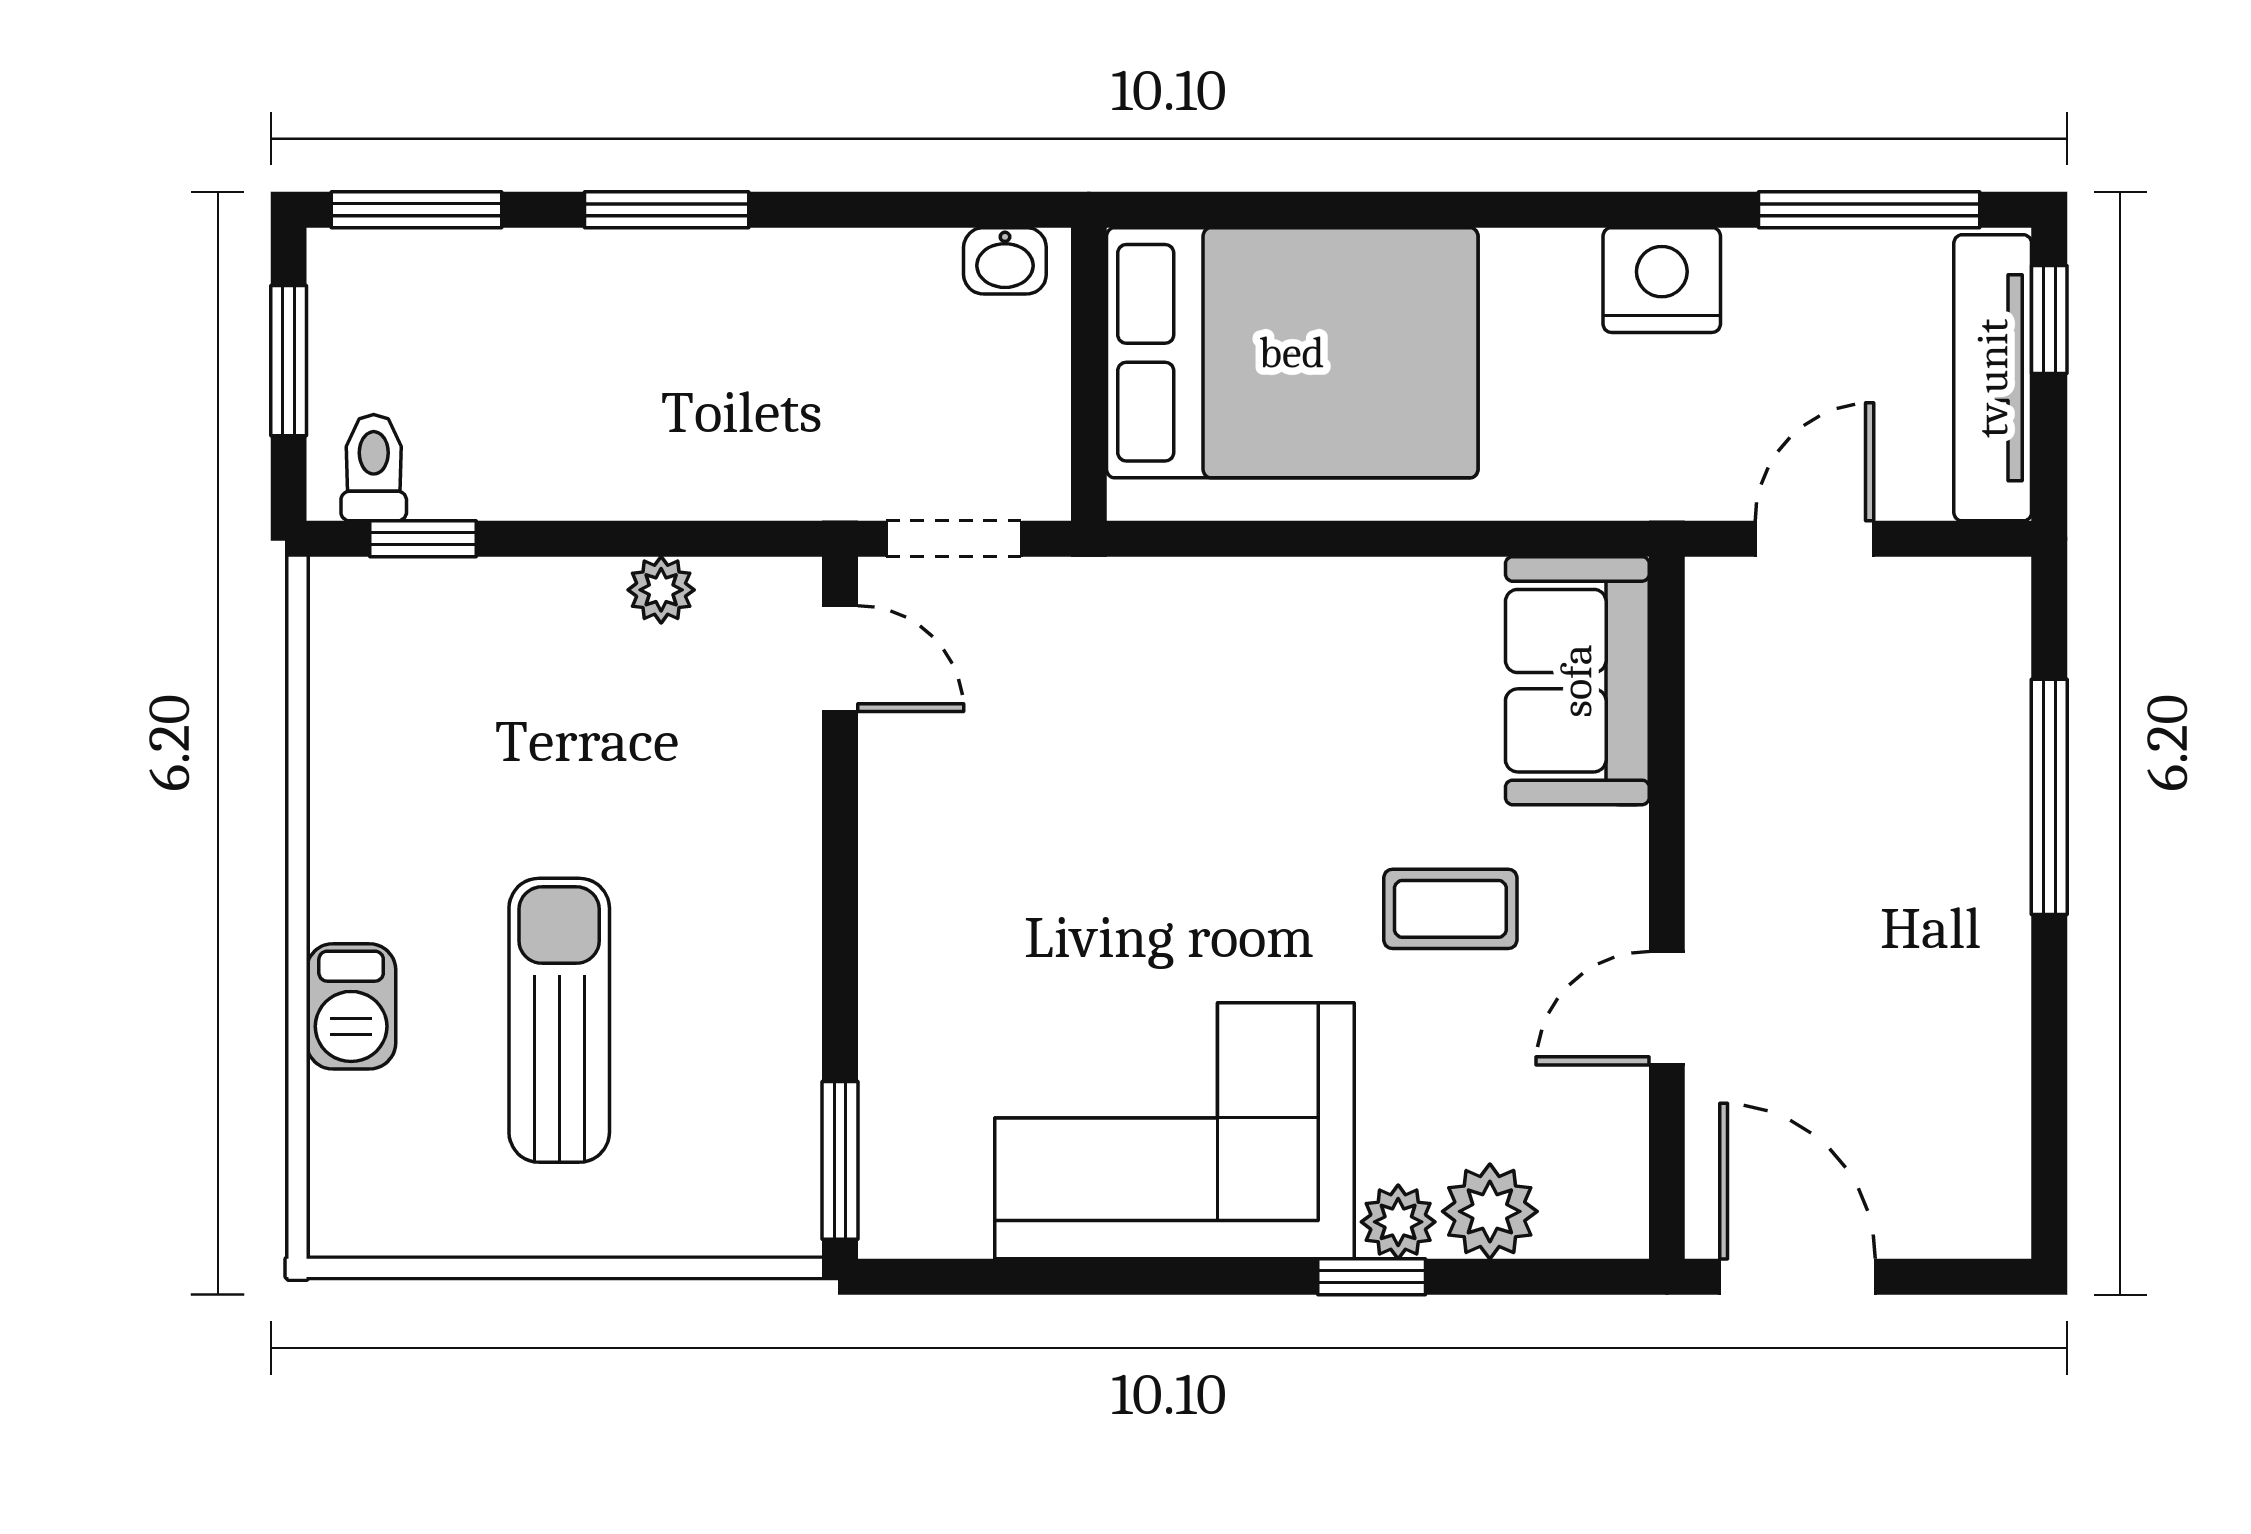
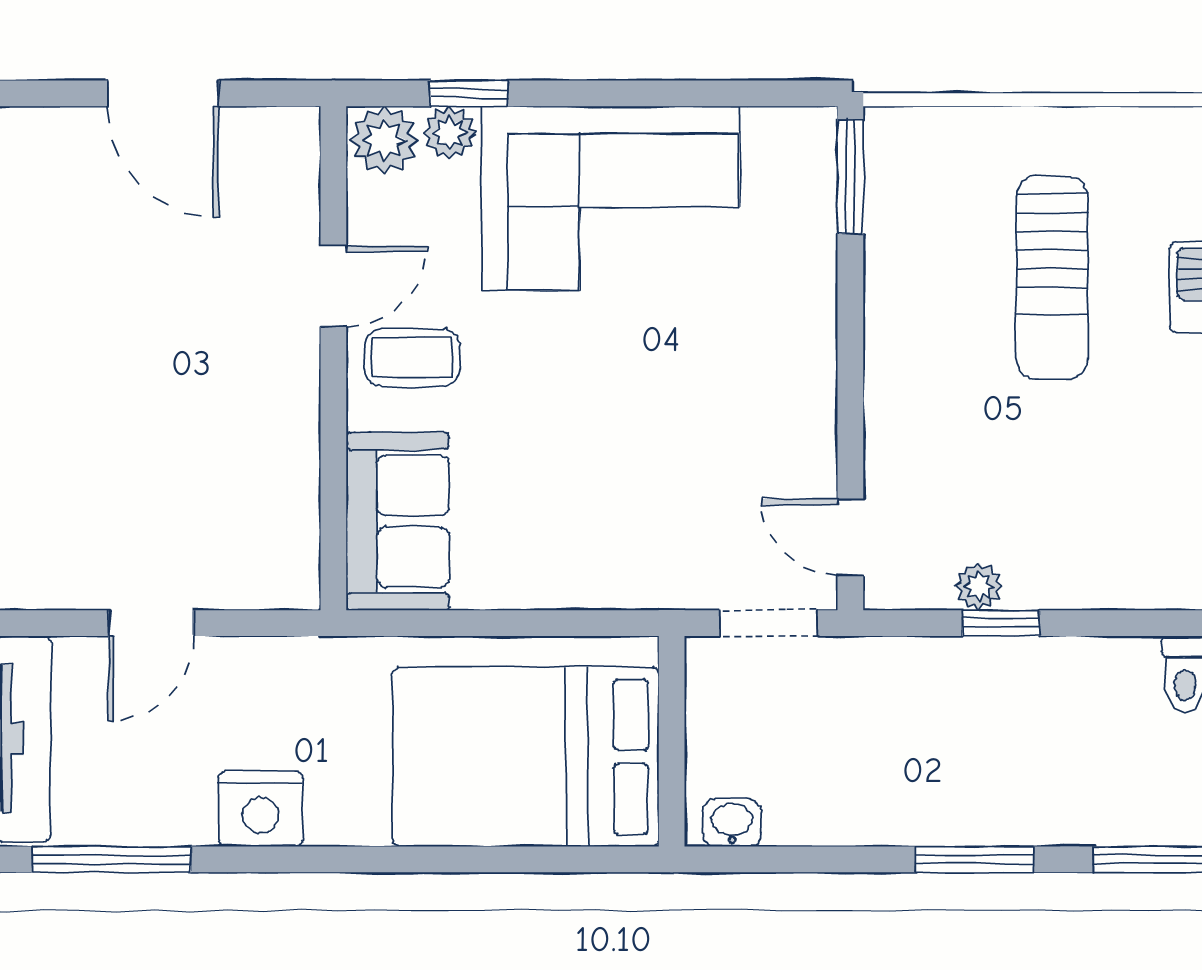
window: (423, 539) -> (1001, 623), moved
sofa: (1577, 681) -> (398, 521), moved
wall: (1667, 908) -> (333, 358), moved
door: (1667, 1008) -> (333, 286), moved

